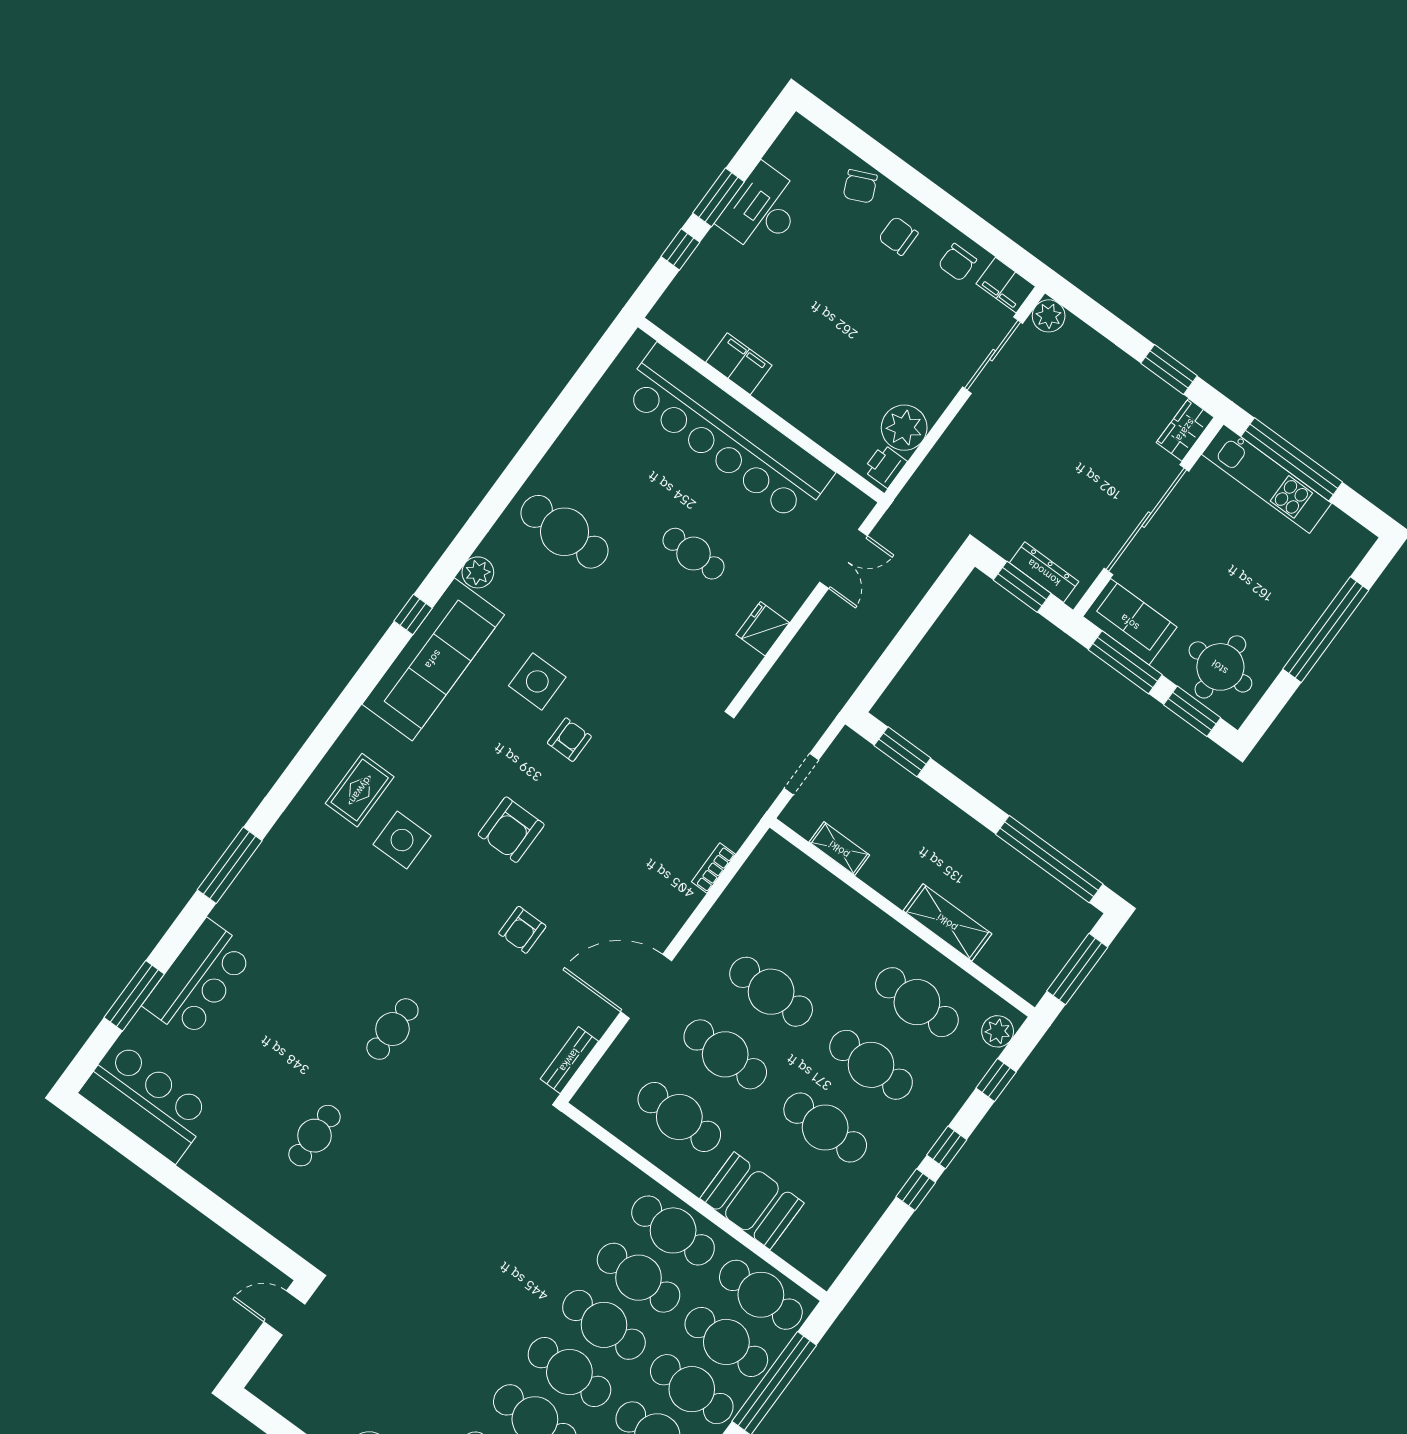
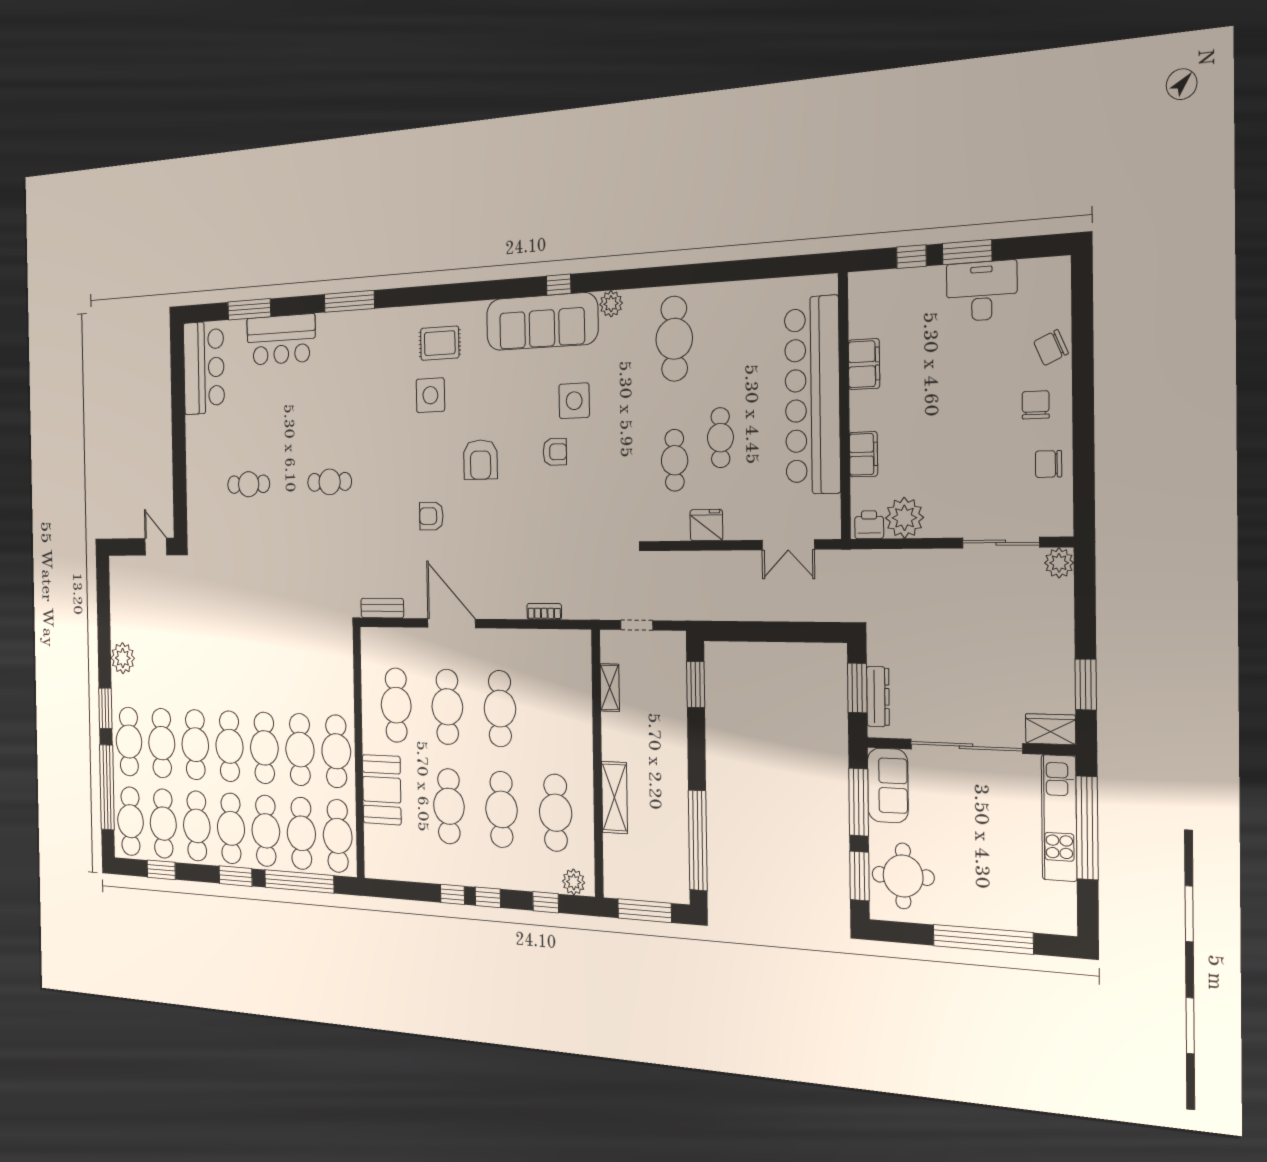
filing cabinet: (1006, 285) -> (863, 454), moved, turned 180
cafe table: (678, 617) -> (675, 460), added
armchair: (511, 830) -> (480, 460), turned -90

